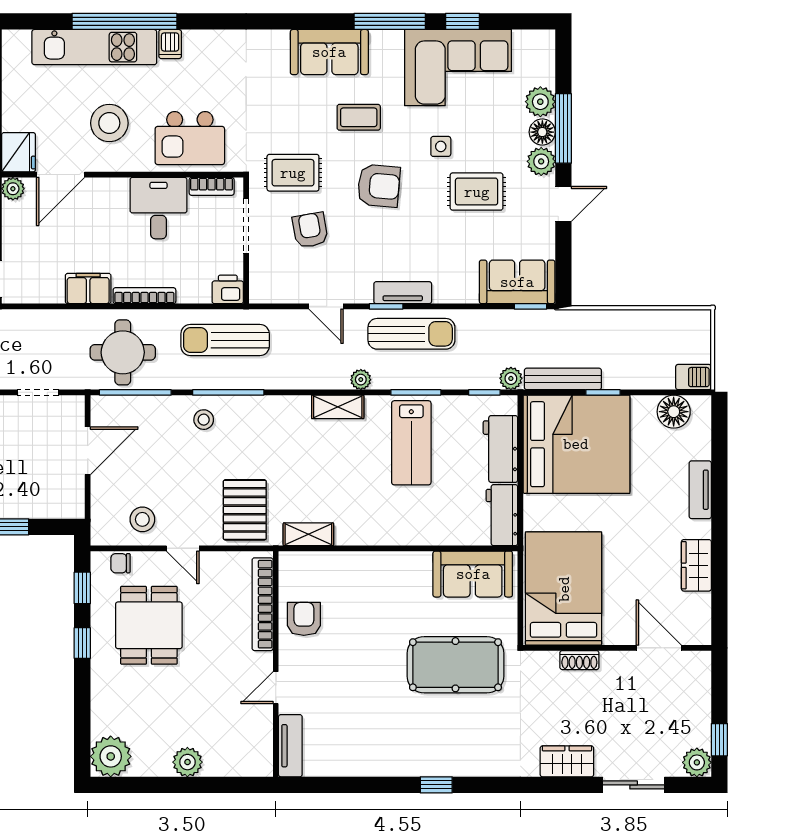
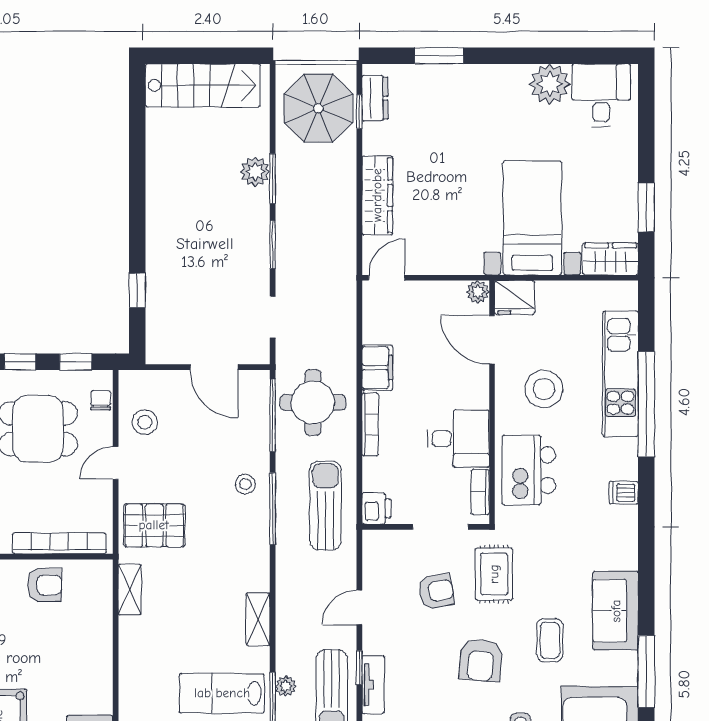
dishwasher: (170, 44) -> (624, 493), moved
plant: (361, 380) -> (286, 686), moved

